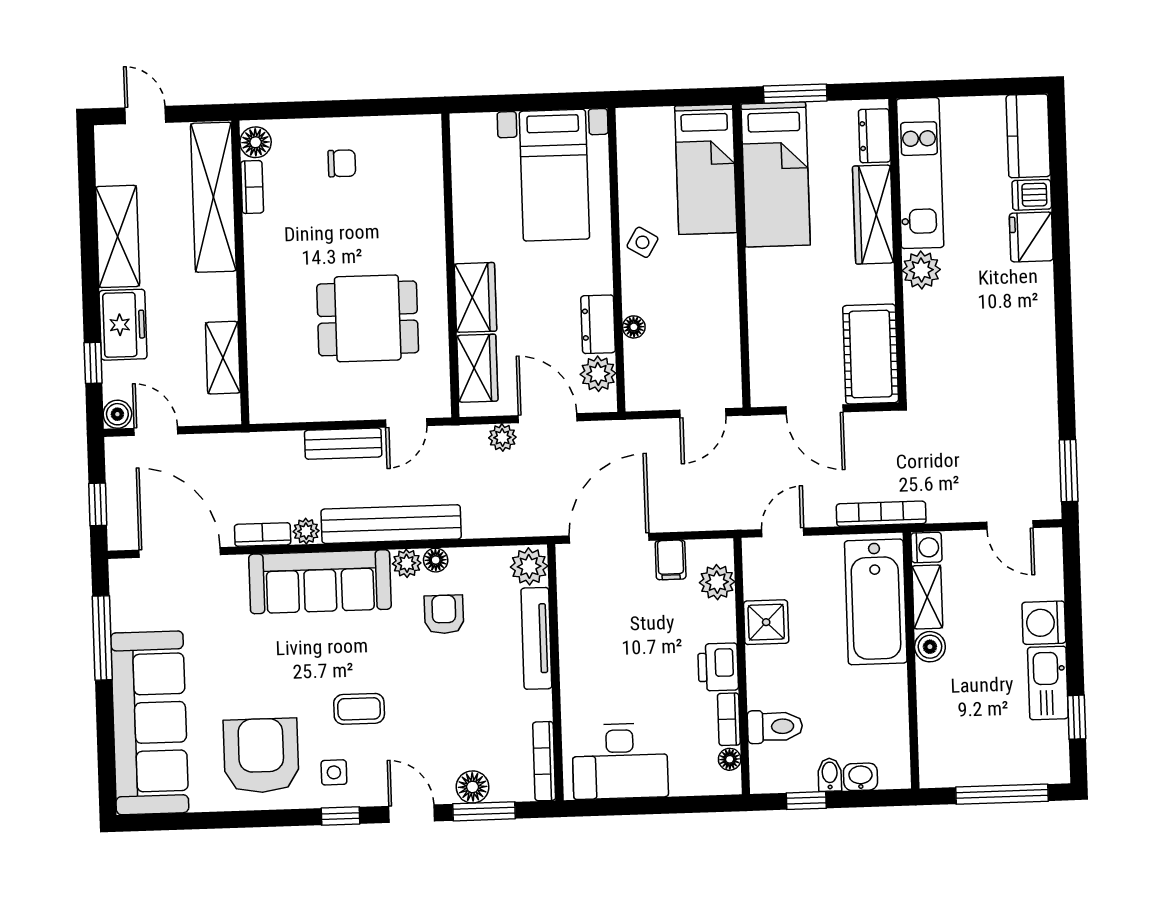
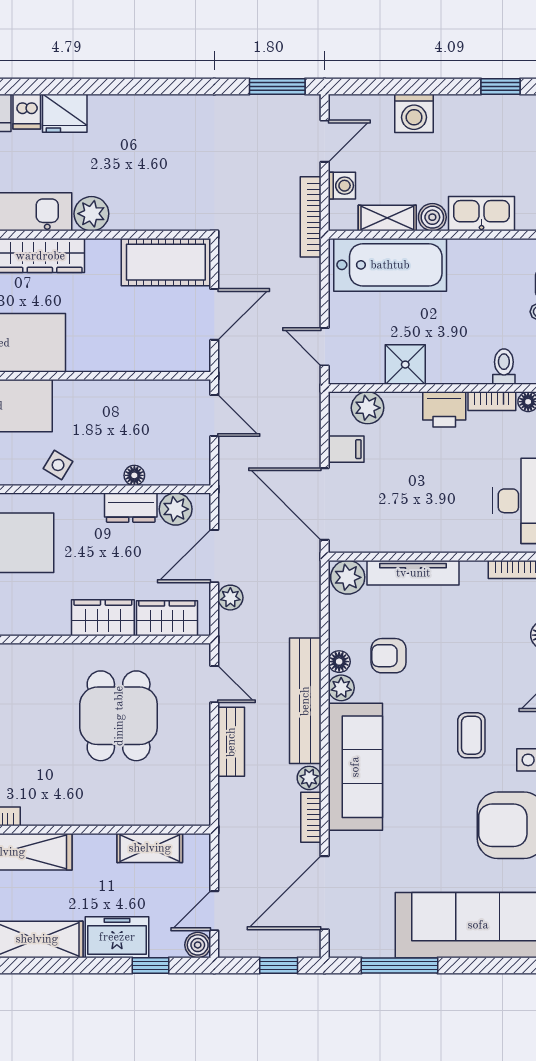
bookcase: (881, 514) -> (311, 217), moved
washing machine: (926, 547) -> (342, 186), moved, turned 90
kitchen sink: (1048, 683) -> (482, 214), moved, turned 180
toilet: (775, 727) -> (504, 367), width x0.73, depth x0.72

